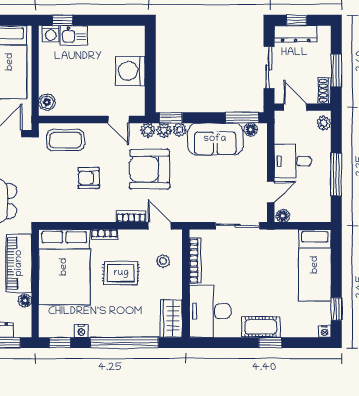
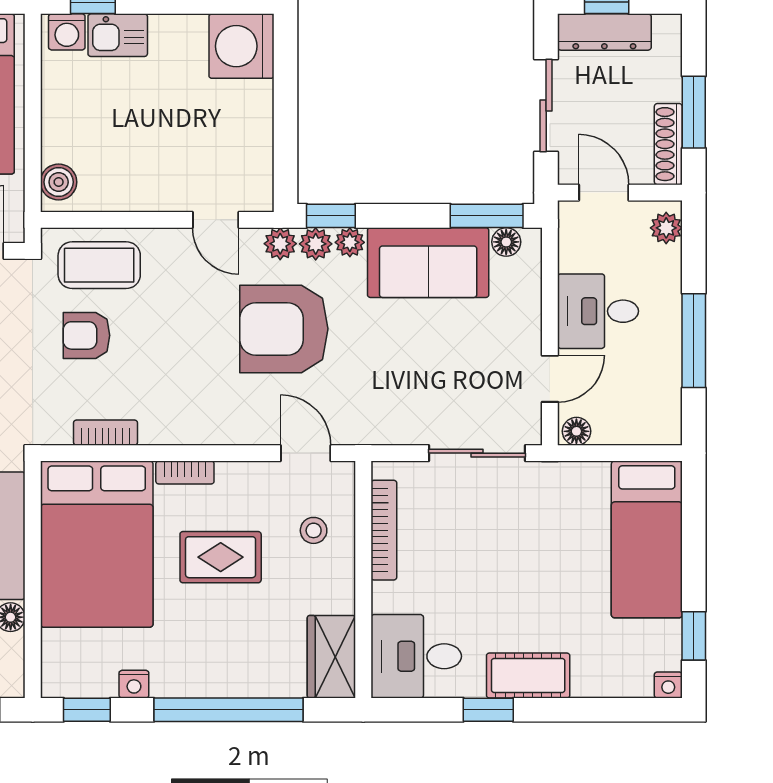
washing machine: (130, 71) -> (241, 46), moved
shoe rack: (325, 91) -> (668, 144), width x1.43
armchair: (89, 178) -> (86, 335), moved
bookcase: (131, 216) -> (106, 433), moved
desk: (210, 311) -> (416, 656), width x0.73
window: (270, 343) -> (488, 710), moved

